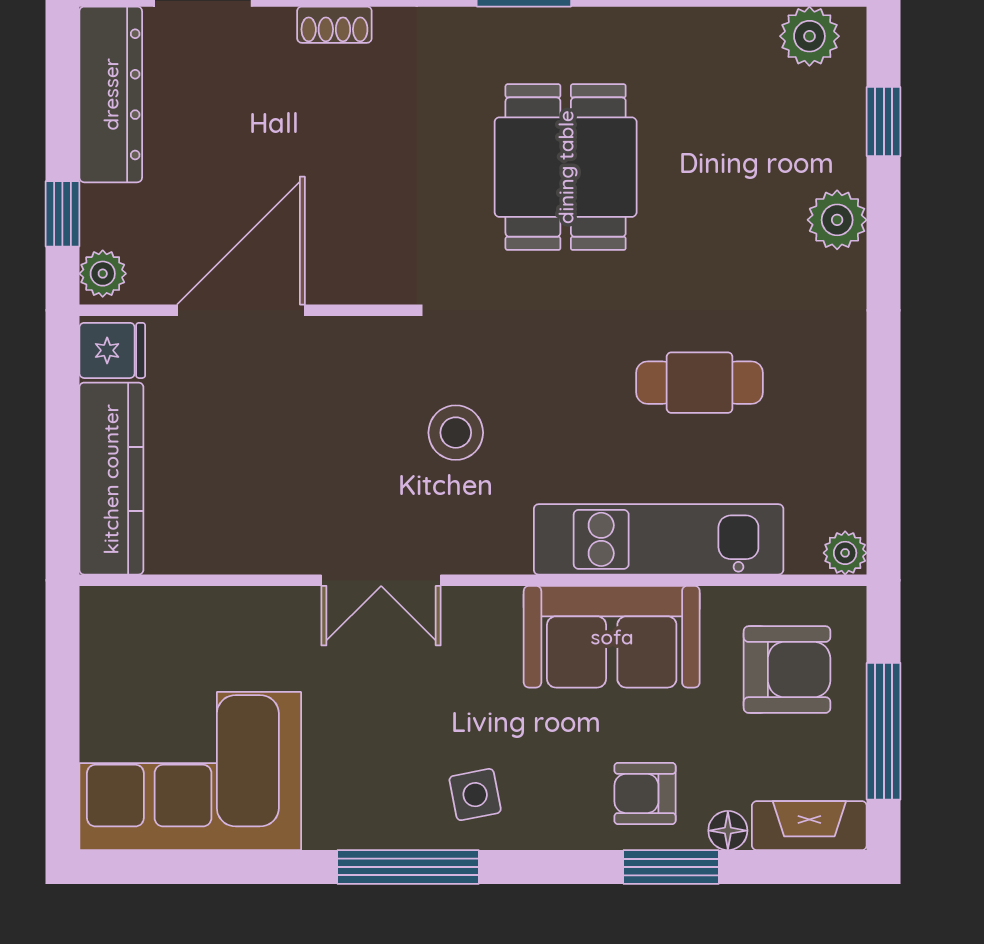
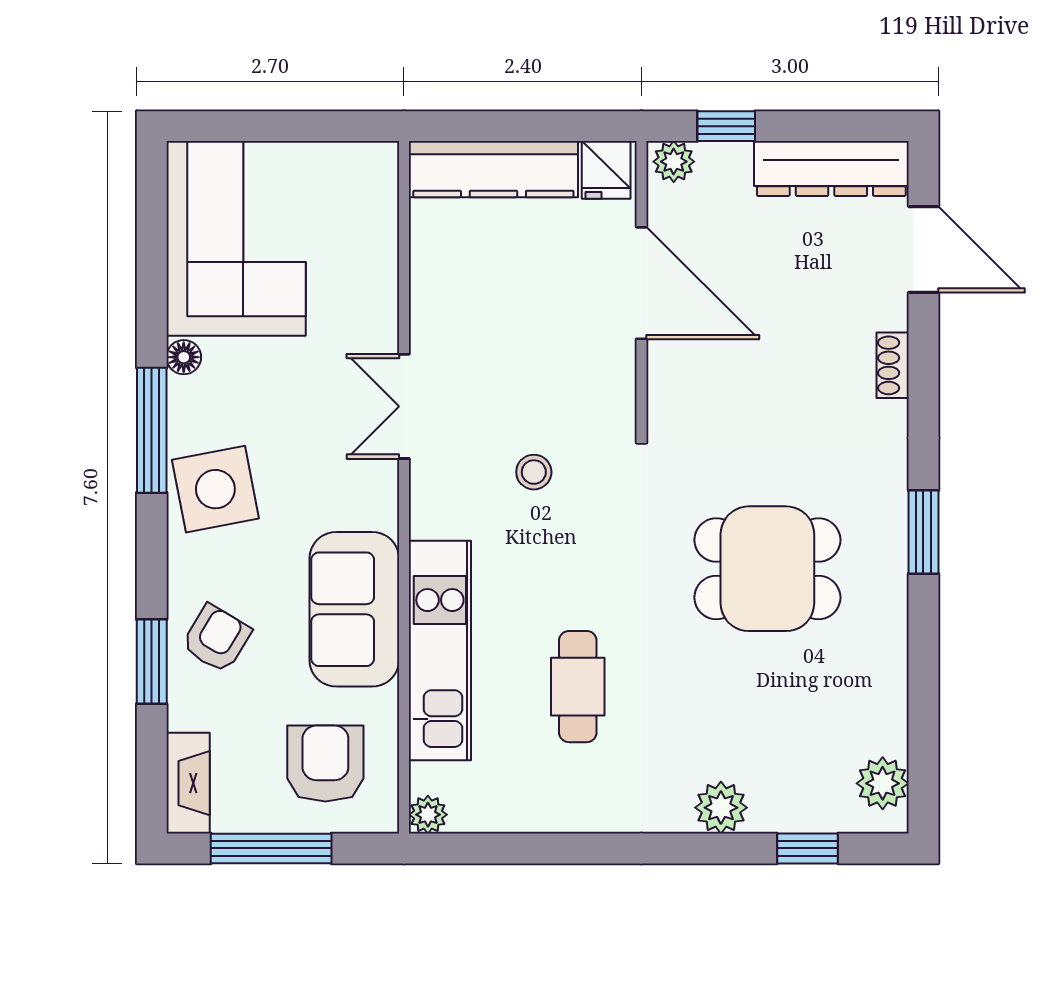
stool: (456, 433) -> (534, 472), width x0.73, depth x0.73
armchair: (787, 670) -> (325, 763), turned 180
armchair: (645, 793) -> (216, 639), turned 31
side table: (475, 795) -> (215, 489), width x1.87, depth x1.87
floor lamp: (728, 831) -> (184, 357), moved

